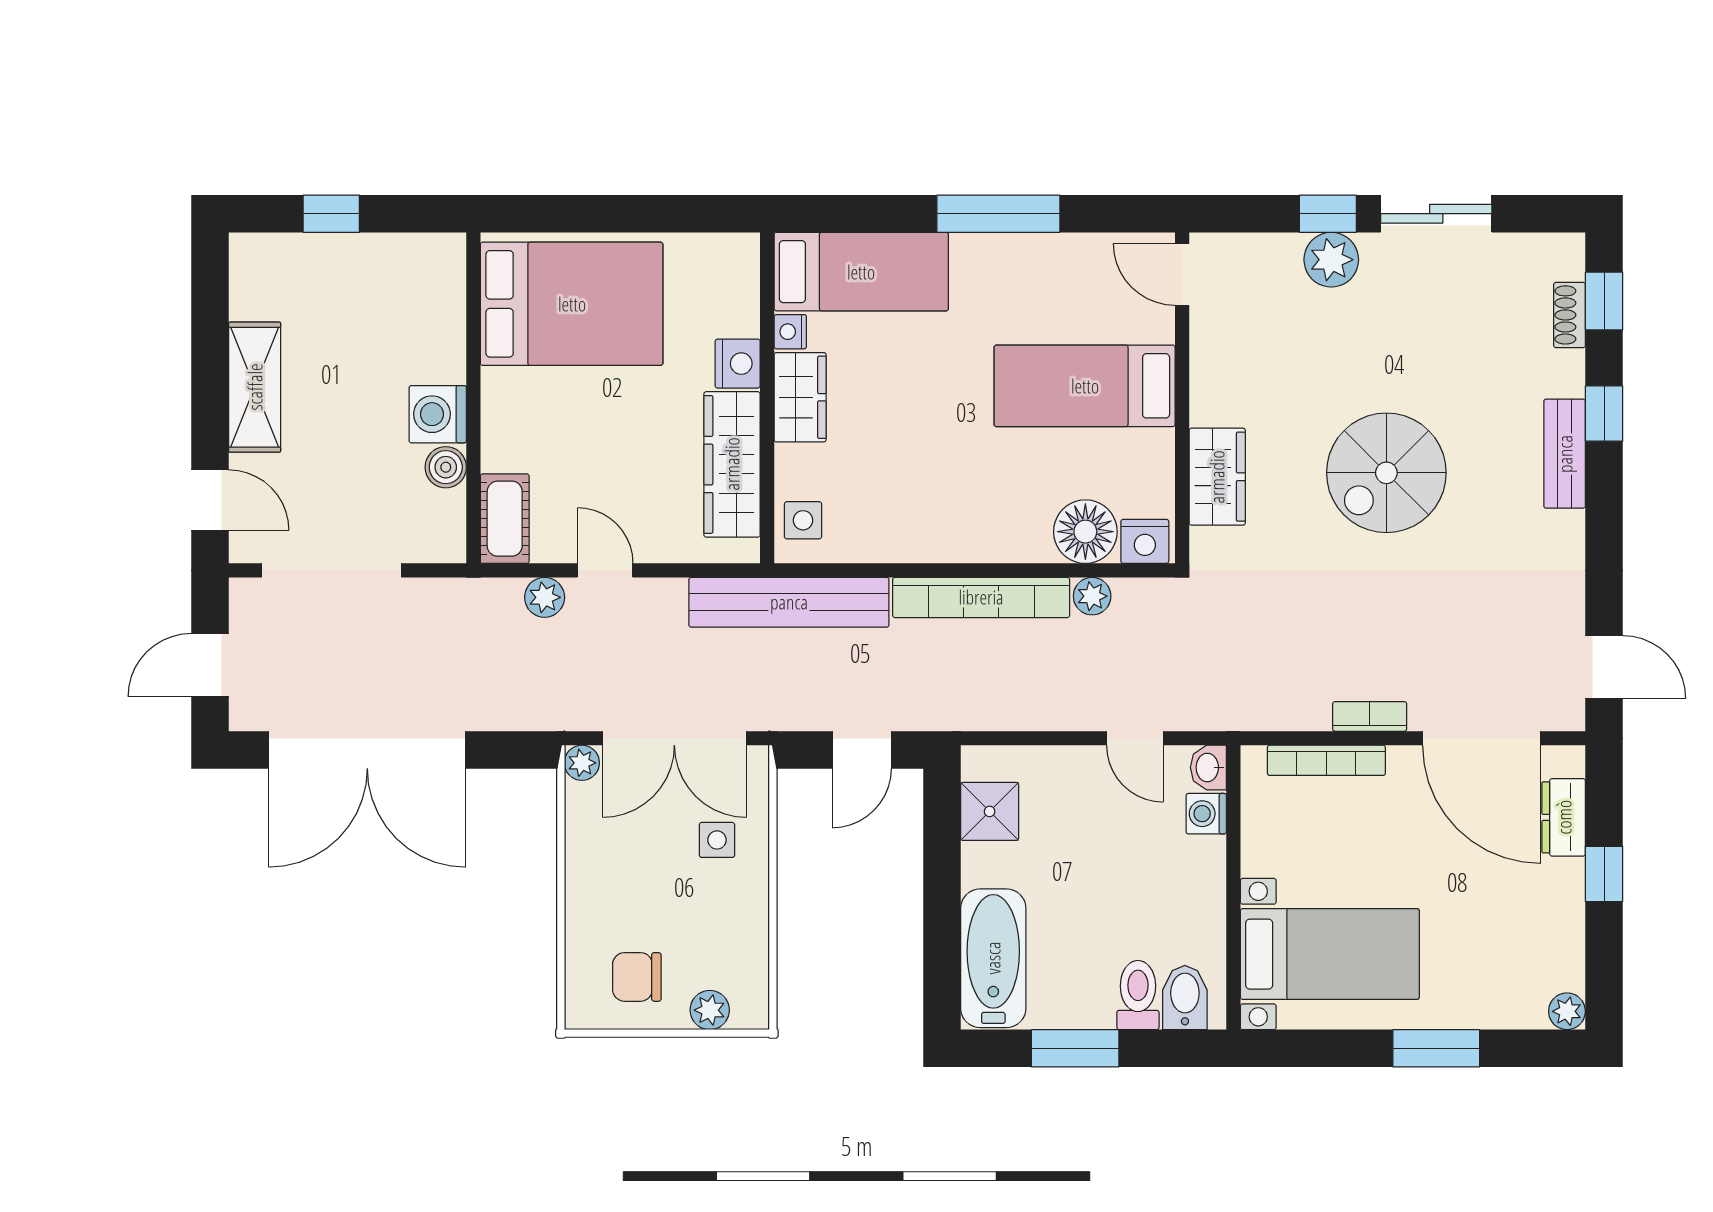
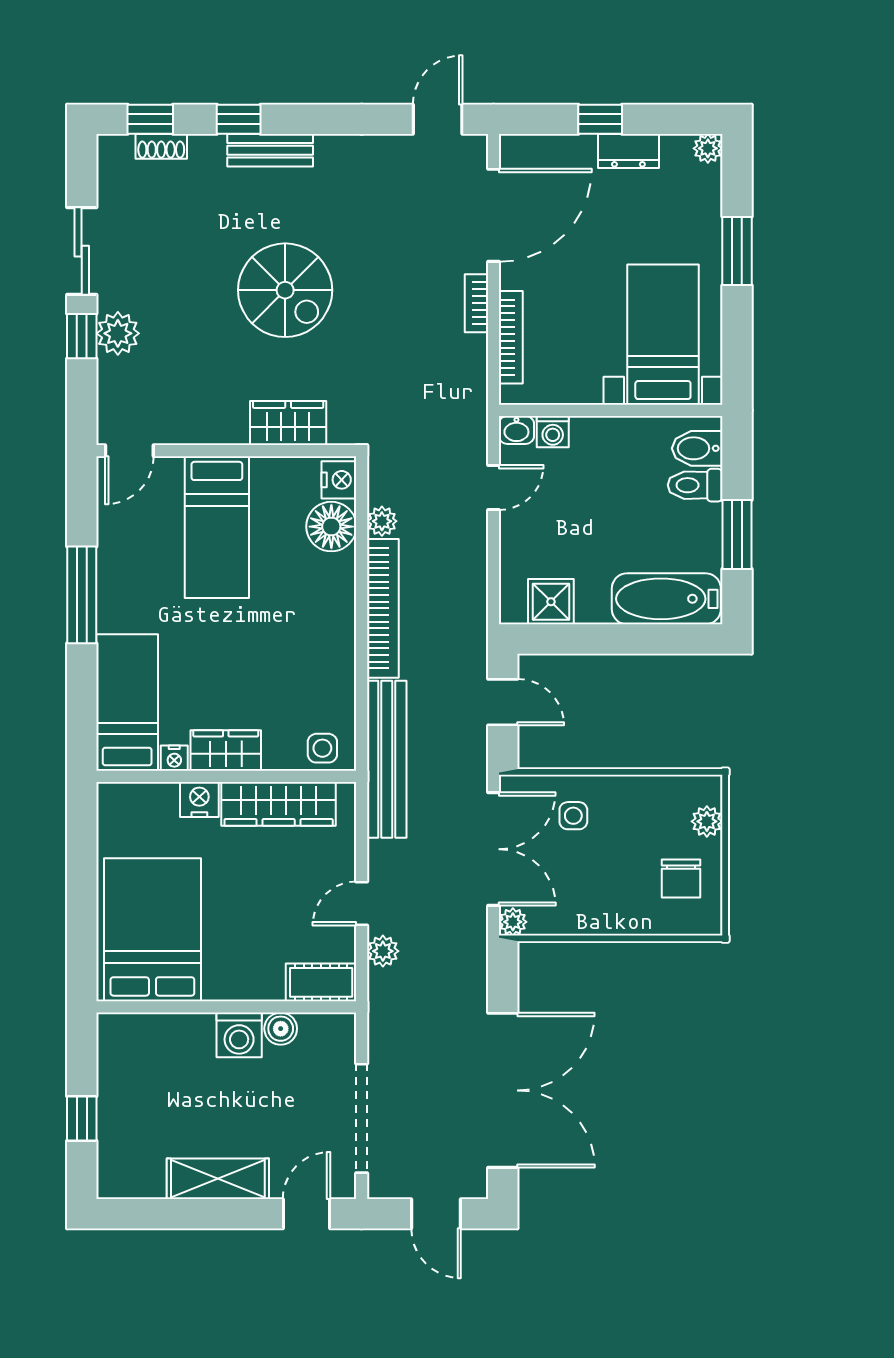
dresser: (1564, 817) -> (628, 151), moved

